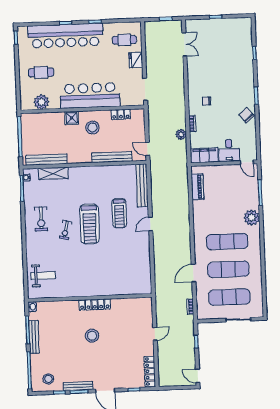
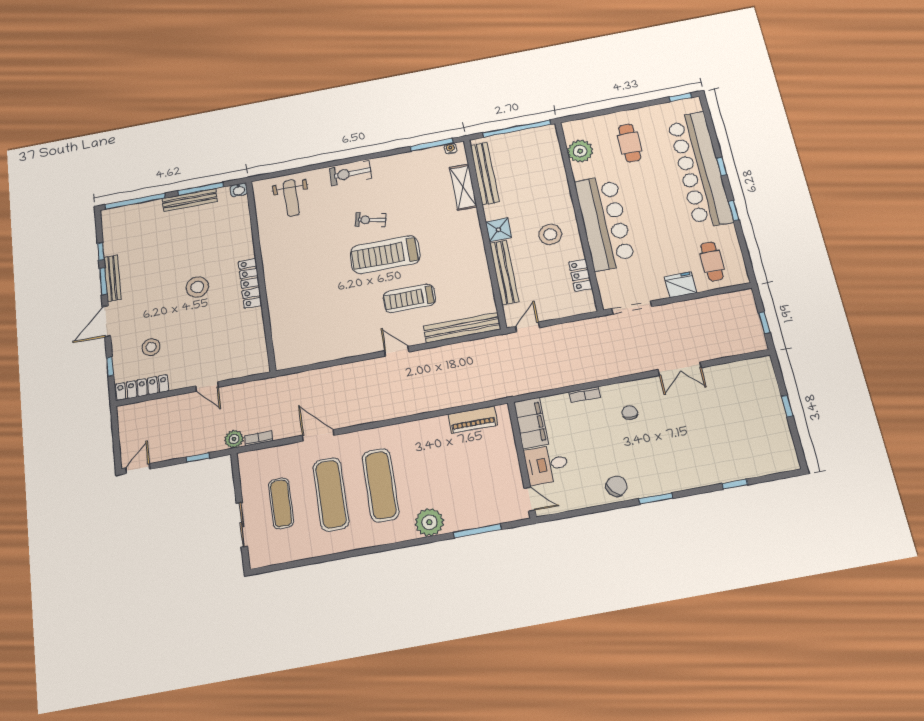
double door: (184, 44) -> (680, 369), moved
shower: (72, 118) -> (499, 230), moved
plant: (181, 134) -> (234, 439), moved
door: (247, 162) -> (530, 499), swing flipped
exercise bike: (41, 219) -> (351, 173), moved
exercise mat: (229, 297) -> (281, 503), width x0.73, depth x0.69
stool: (48, 379) -> (151, 347), moved

